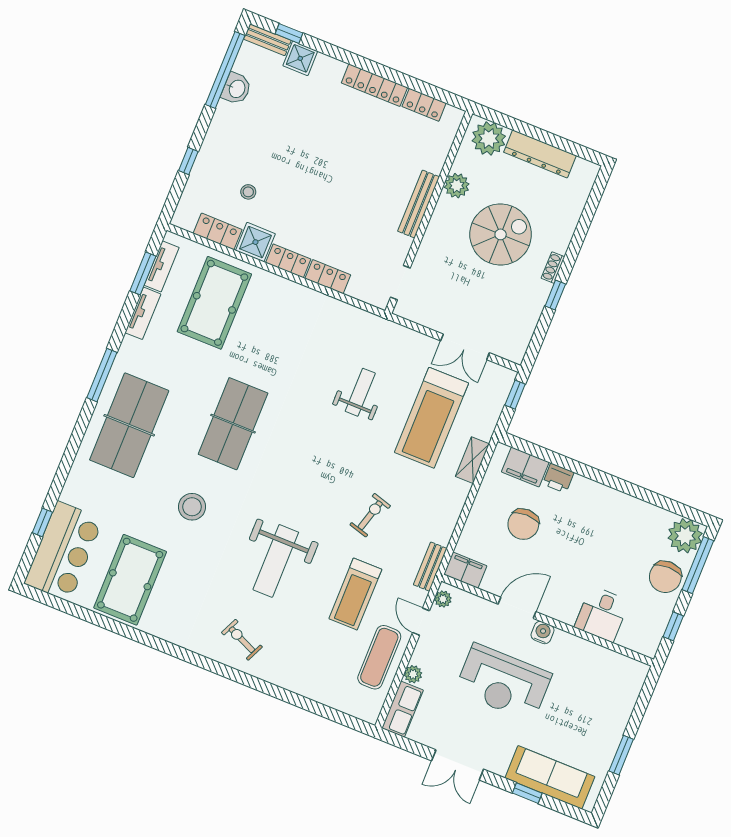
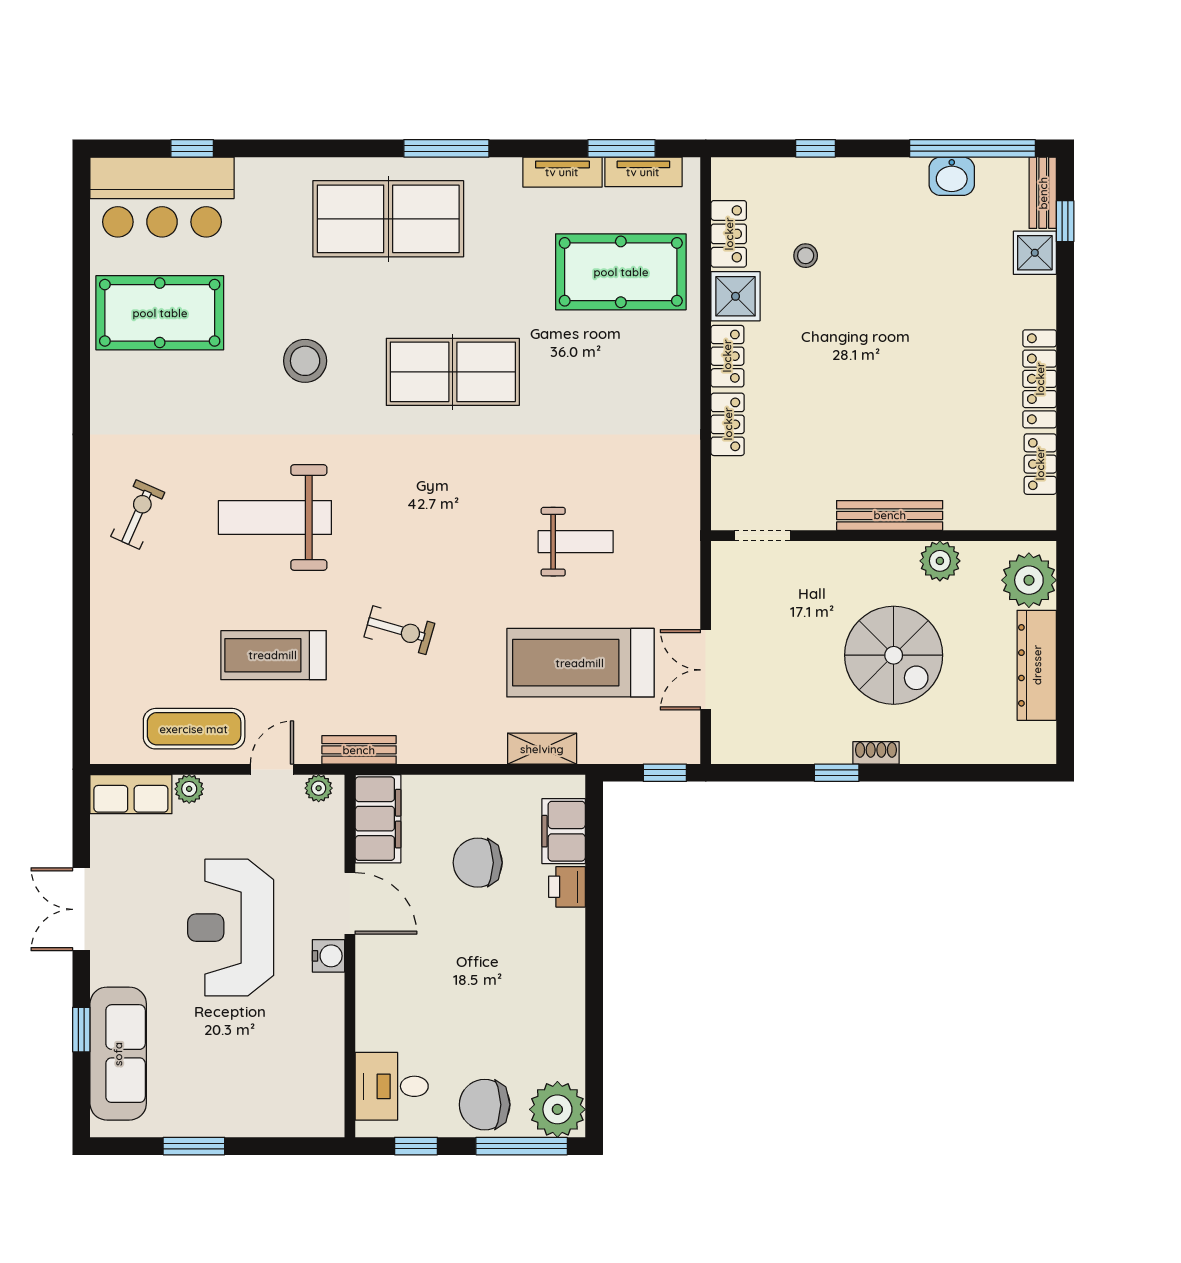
filing cabinet: (465, 570) -> (378, 819), width x1.50, depth x1.17
desk: (602, 614) -> (392, 1086), moved

